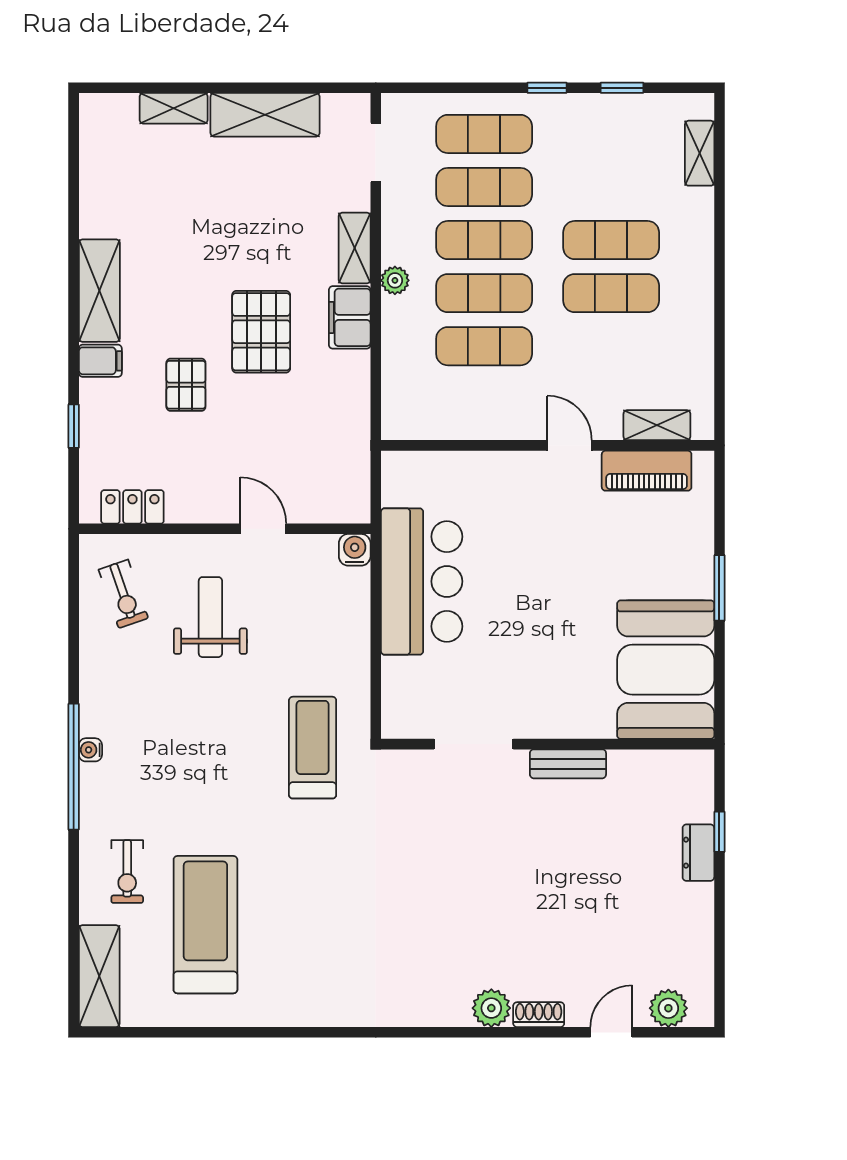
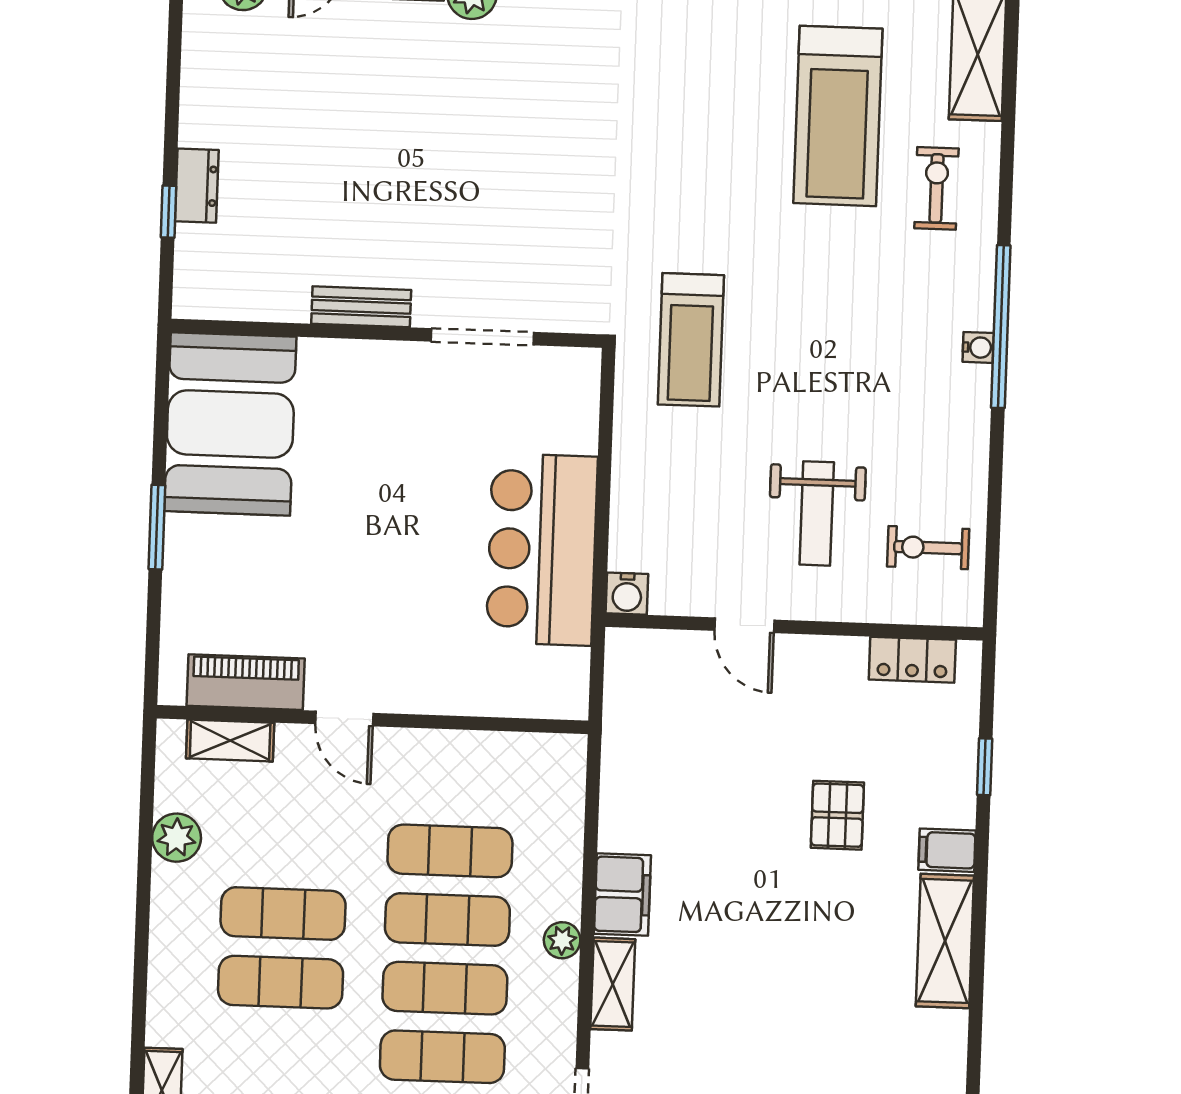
pallet: (261, 332) -> (738, 880), removed
plant: (696, 349) -> (177, 838), added
exercise bike: (123, 594) -> (928, 548), turned -71

